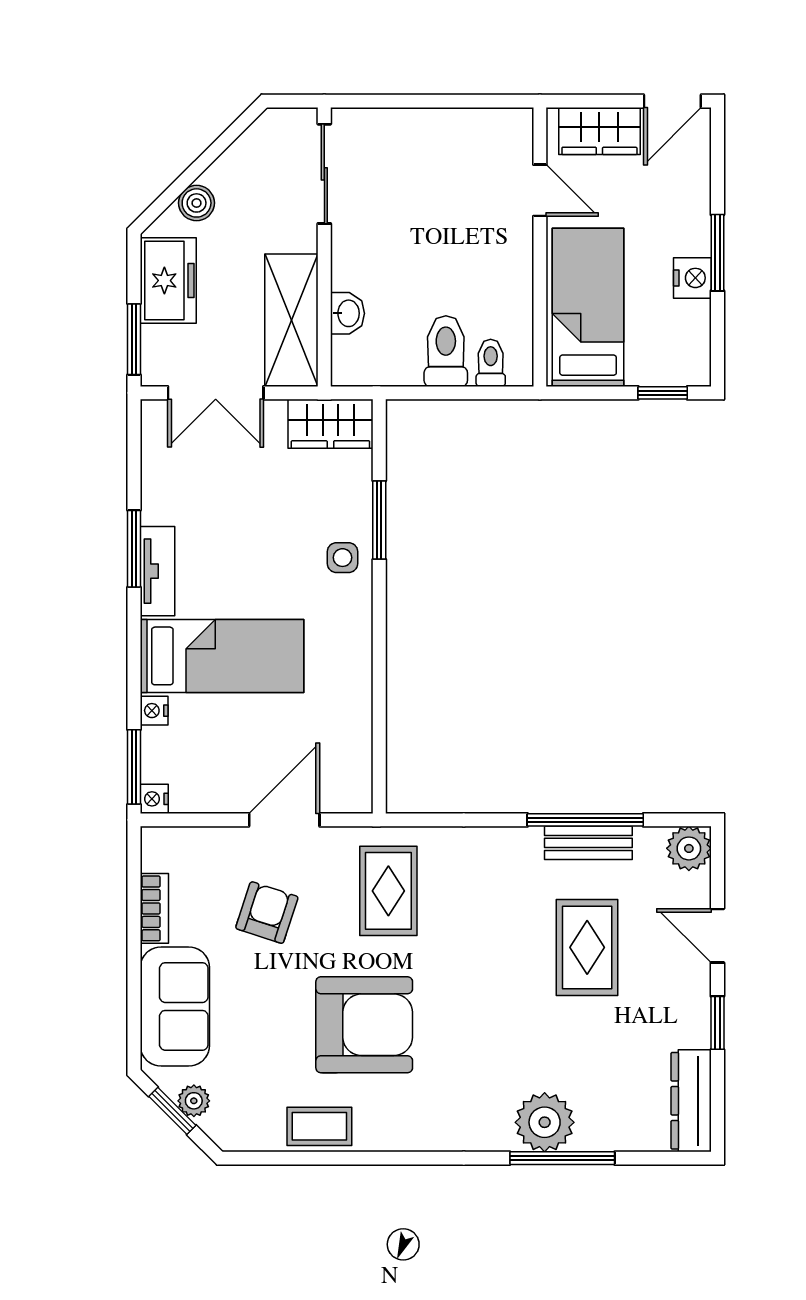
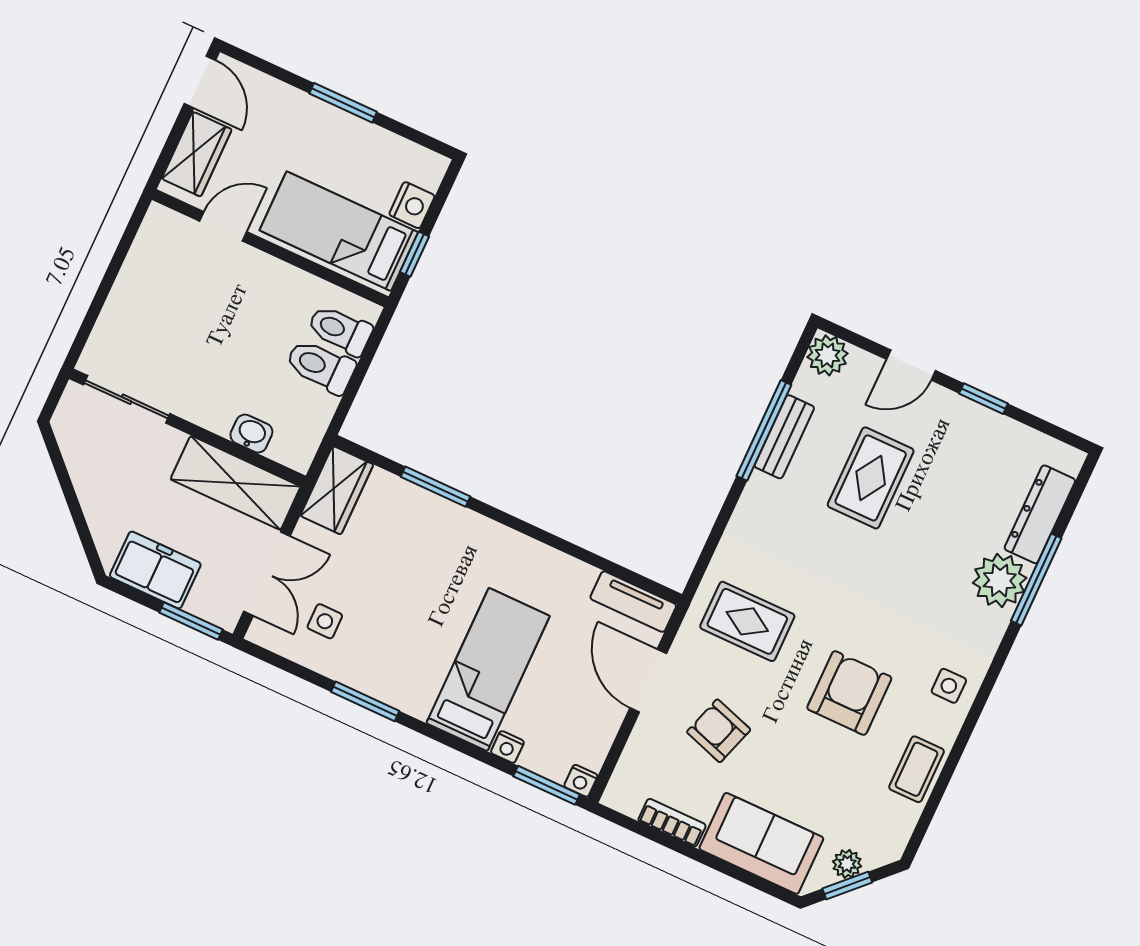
boiler: (197, 203) -> (102, 517), removed
nightstand: (692, 278) -> (412, 205), moved, turned 90
toilet: (491, 363) -> (340, 330), width x1.37, depth x1.39
window: (663, 393) -> (415, 254), moved
side table: (343, 558) -> (325, 621), moved
tv unit: (157, 571) -> (633, 602), moved, turned 180
rug: (587, 947) -> (871, 478), turned 90
armchair: (364, 1025) -> (849, 693), width x0.73, depth x0.73
dresser: (691, 1101) -> (1040, 514), moved, turned 90
side table: (417, 1120) -> (949, 686), added

